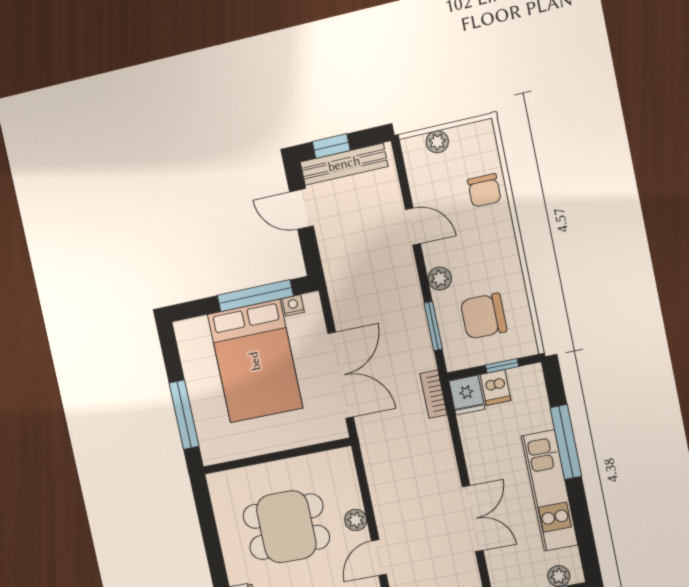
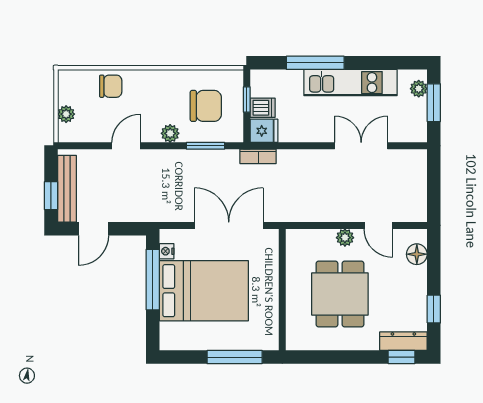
chair: (484, 316) -> (206, 106), turned -90

